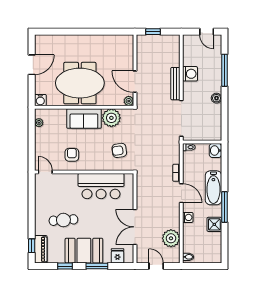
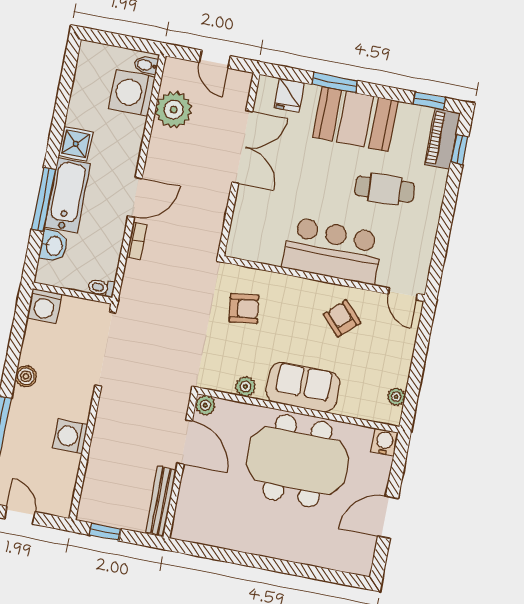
window: (153, 32) -> (105, 532), moved
bench: (175, 84) -> (161, 501), moved
plant: (111, 118) -> (245, 387), width x0.53, depth x0.53
washing machine: (214, 133) -> (44, 306), added
washbasin: (215, 151) -> (54, 246), moved
armchair: (72, 155) -> (342, 318), turned 137
bar counter: (101, 186) -> (333, 251), moved
door: (181, 193) -> (135, 197), swing flipped
window: (224, 207) -> (44, 199), moved
washing machine: (188, 217) -> (132, 93), moved, width x1.89, depth x1.89
shower: (214, 224) -> (76, 144), moved
window: (65, 266) -> (429, 101), moved

